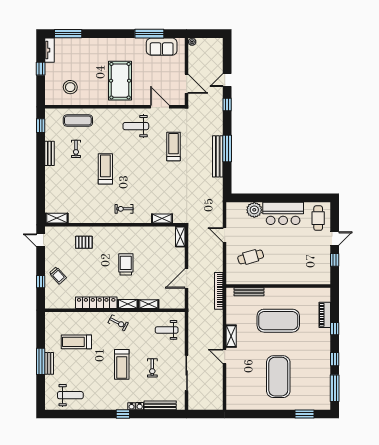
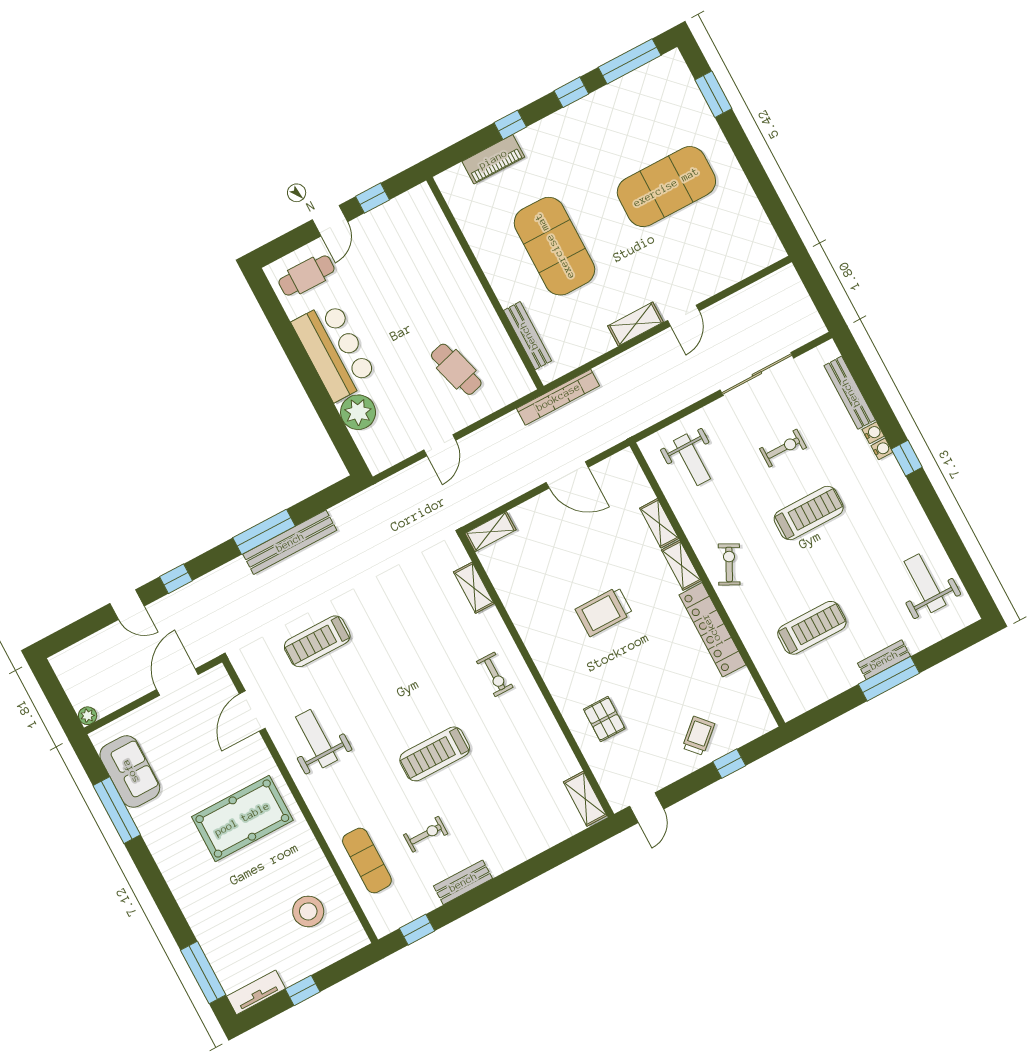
weight bench: (136, 126) -> (316, 739), turned 180
door: (335, 239) -> (330, 221), swing flipped
treadmill: (76, 342) -> (812, 628), turned -90

